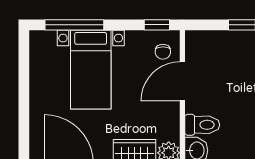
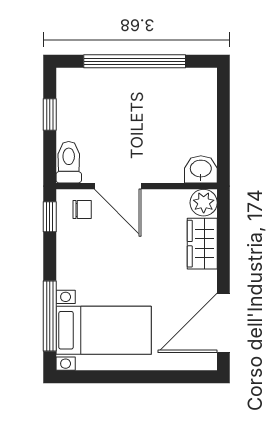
bed with nightstands: (91, 70) -> (104, 330), moved
toilet: (202, 125) -> (69, 162), moved

